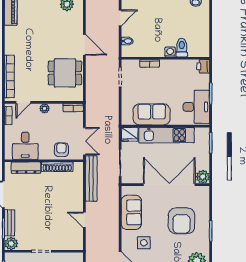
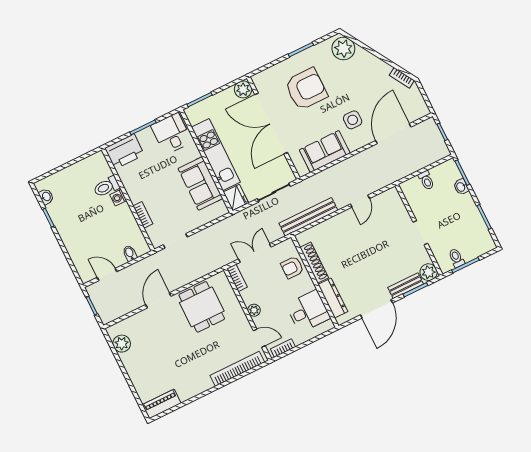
printer: (203, 66) -> (124, 151), width x1.87, depth x1.48
desk: (196, 107) -> (172, 134), width x0.73
double door: (84, 141) -> (255, 253), moved

